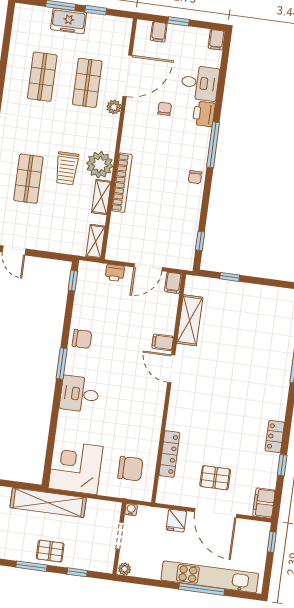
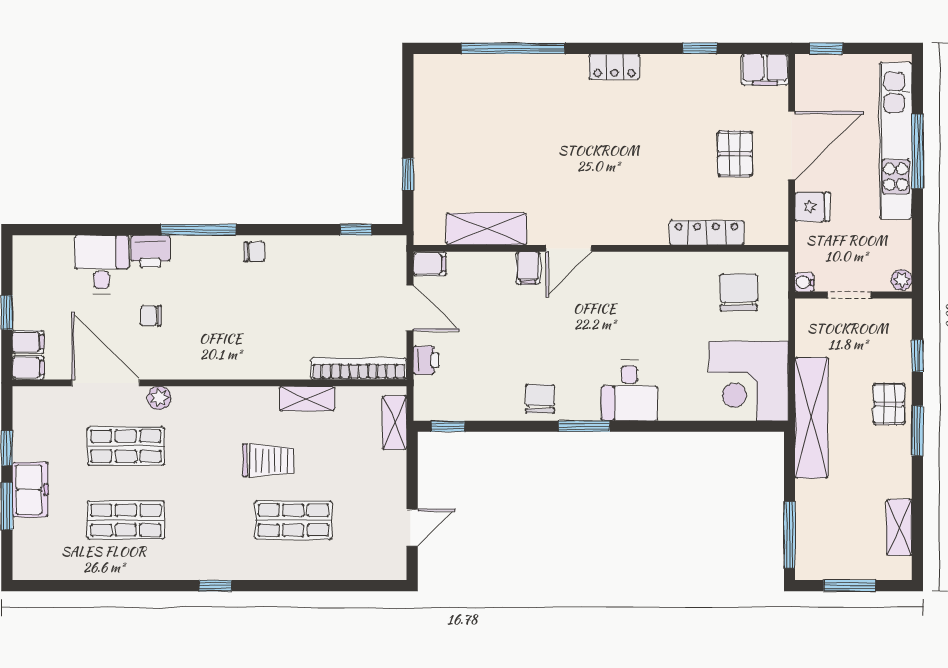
filing cabinet: (217, 40) -> (28, 368), moved
plant: (100, 165) -> (255, 408), removed
bookcase: (122, 183) -> (359, 369), moved
shelving: (95, 241) -> (395, 423), moved, turned 90
locker: (275, 437) -> (614, 67), moved

